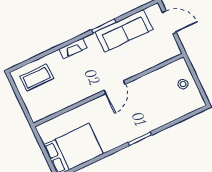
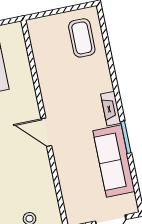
fireplace: (73, 48) -> (111, 109), moved

